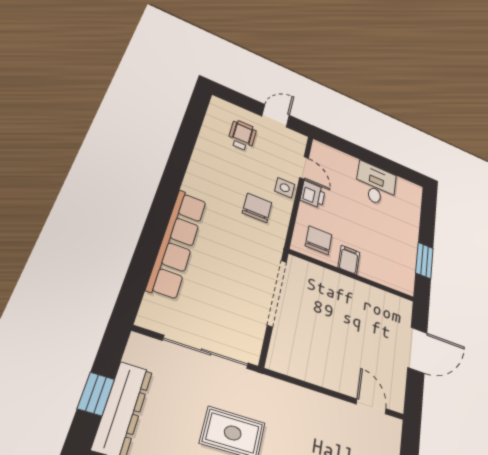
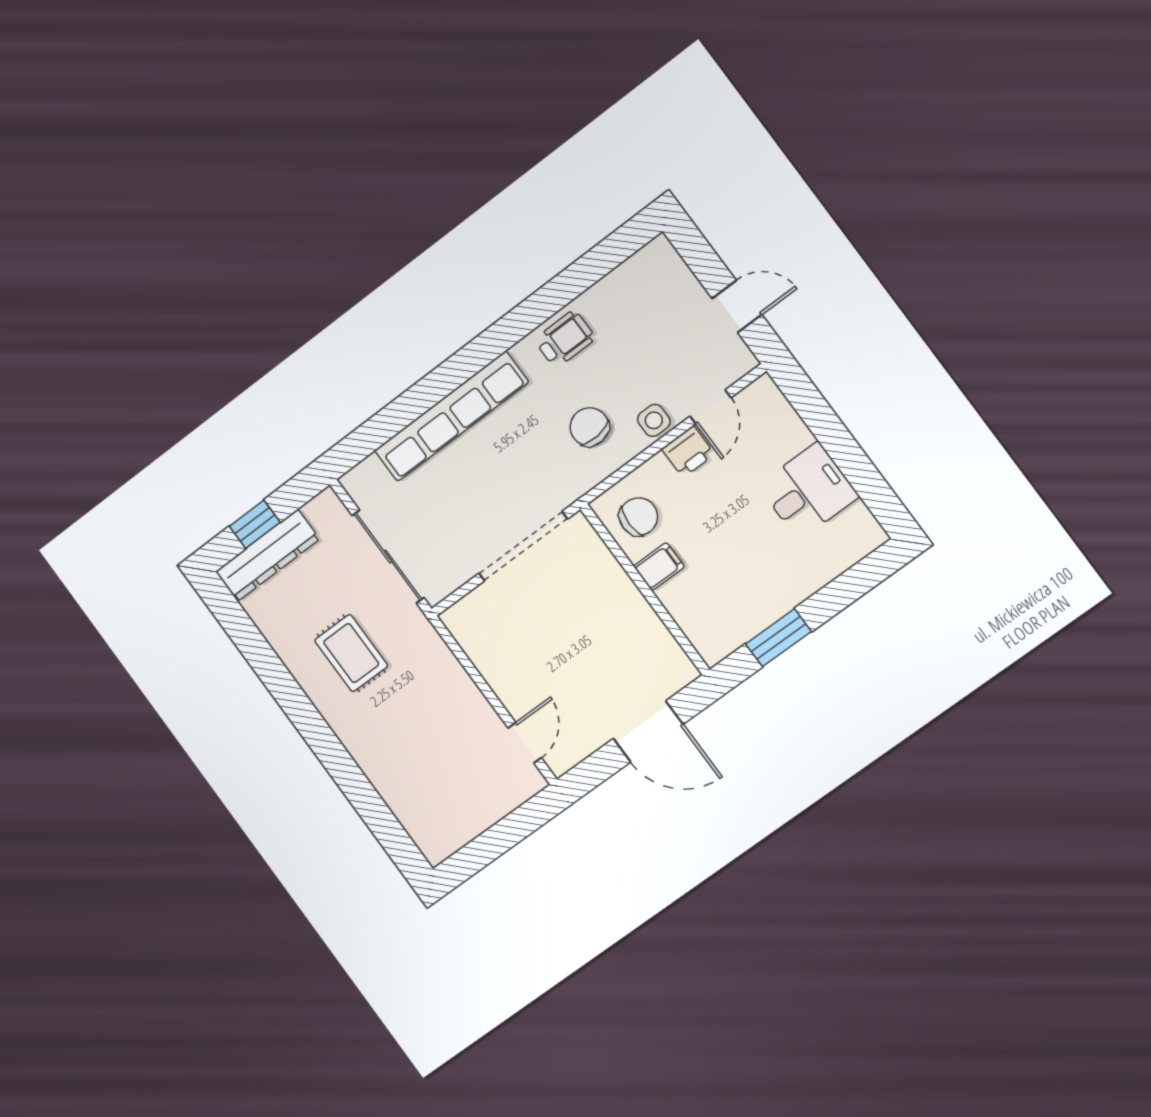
wheelchair: (242, 135) -> (565, 339), moved
chair: (257, 208) -> (589, 427), turned -95

